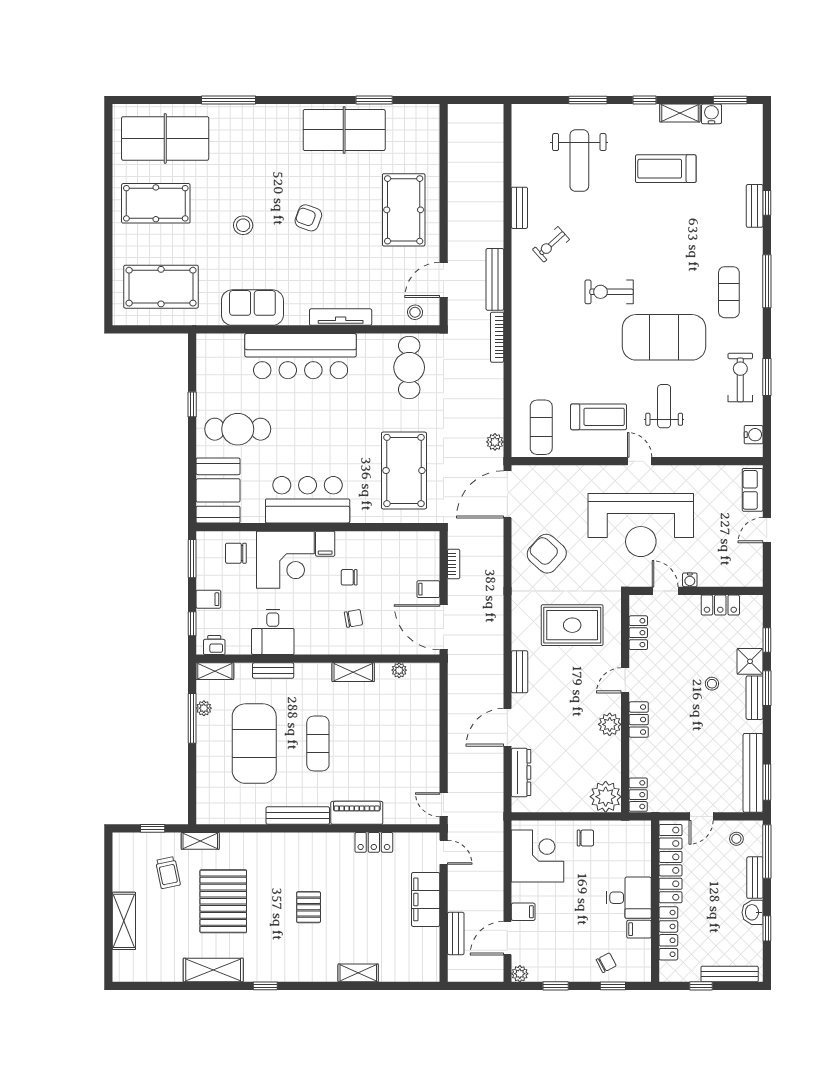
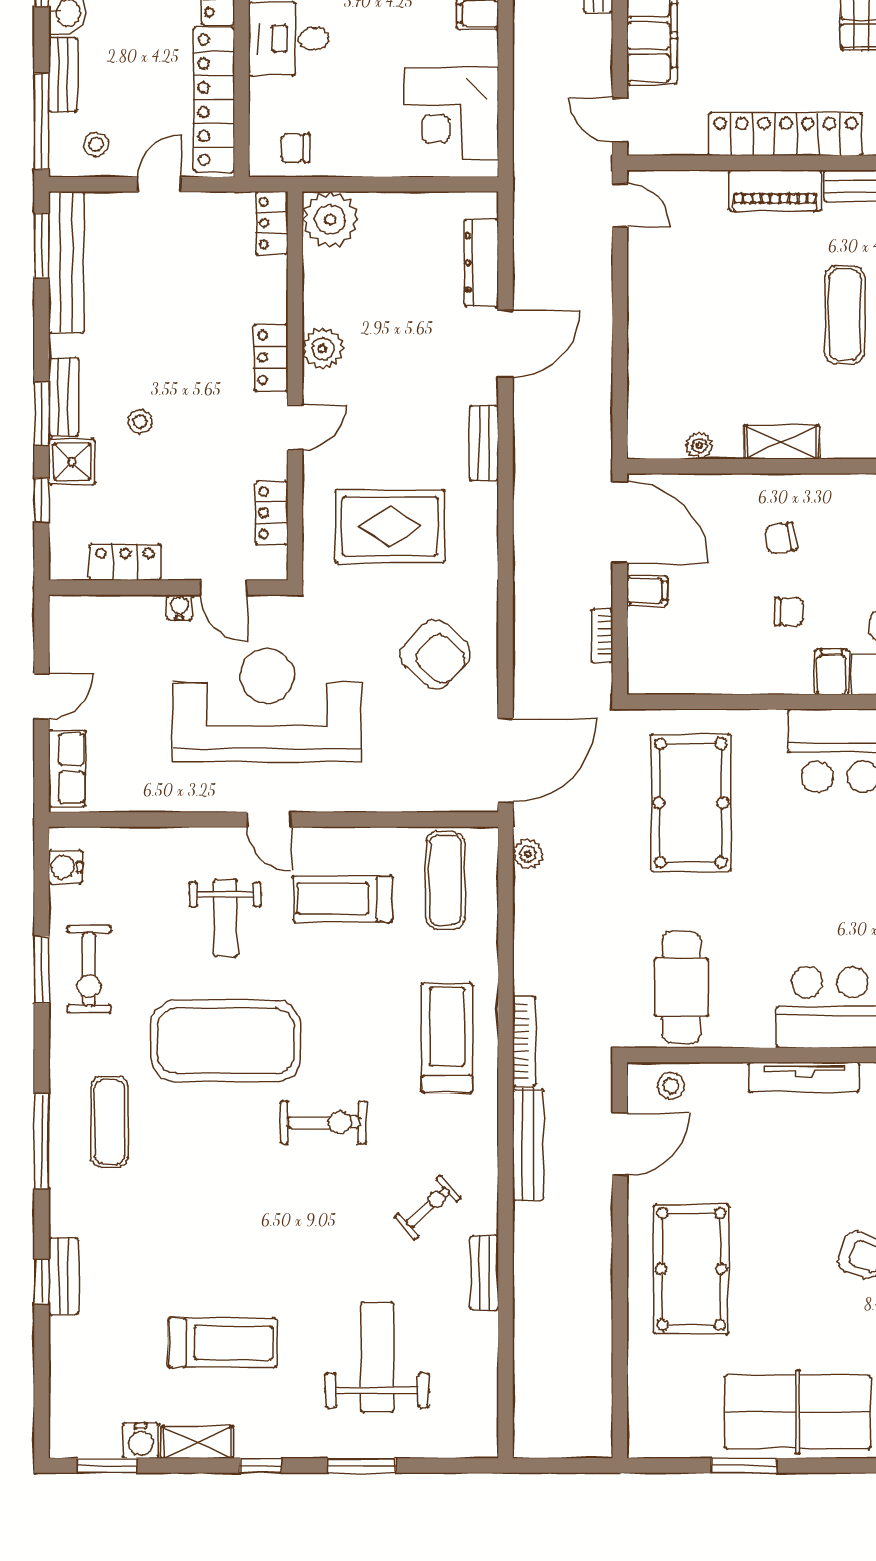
treadmill: (540, 339) -> (447, 1038), added
chair: (585, 838) -> (295, 148), moved
locker: (374, 842) -> (786, 134), width x2.16, depth x1.21

